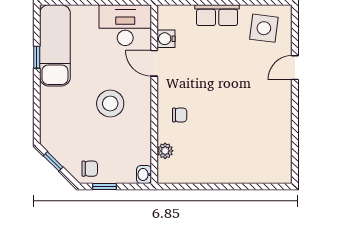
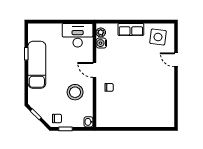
exam couch: (55, 45) -> (37, 65), moved
door: (154, 63) -> (94, 70), moved
door: (295, 68) -> (176, 60), hinge flipped
stool: (110, 103) -> (75, 92), moved
plant: (165, 151) -> (101, 32), moved

